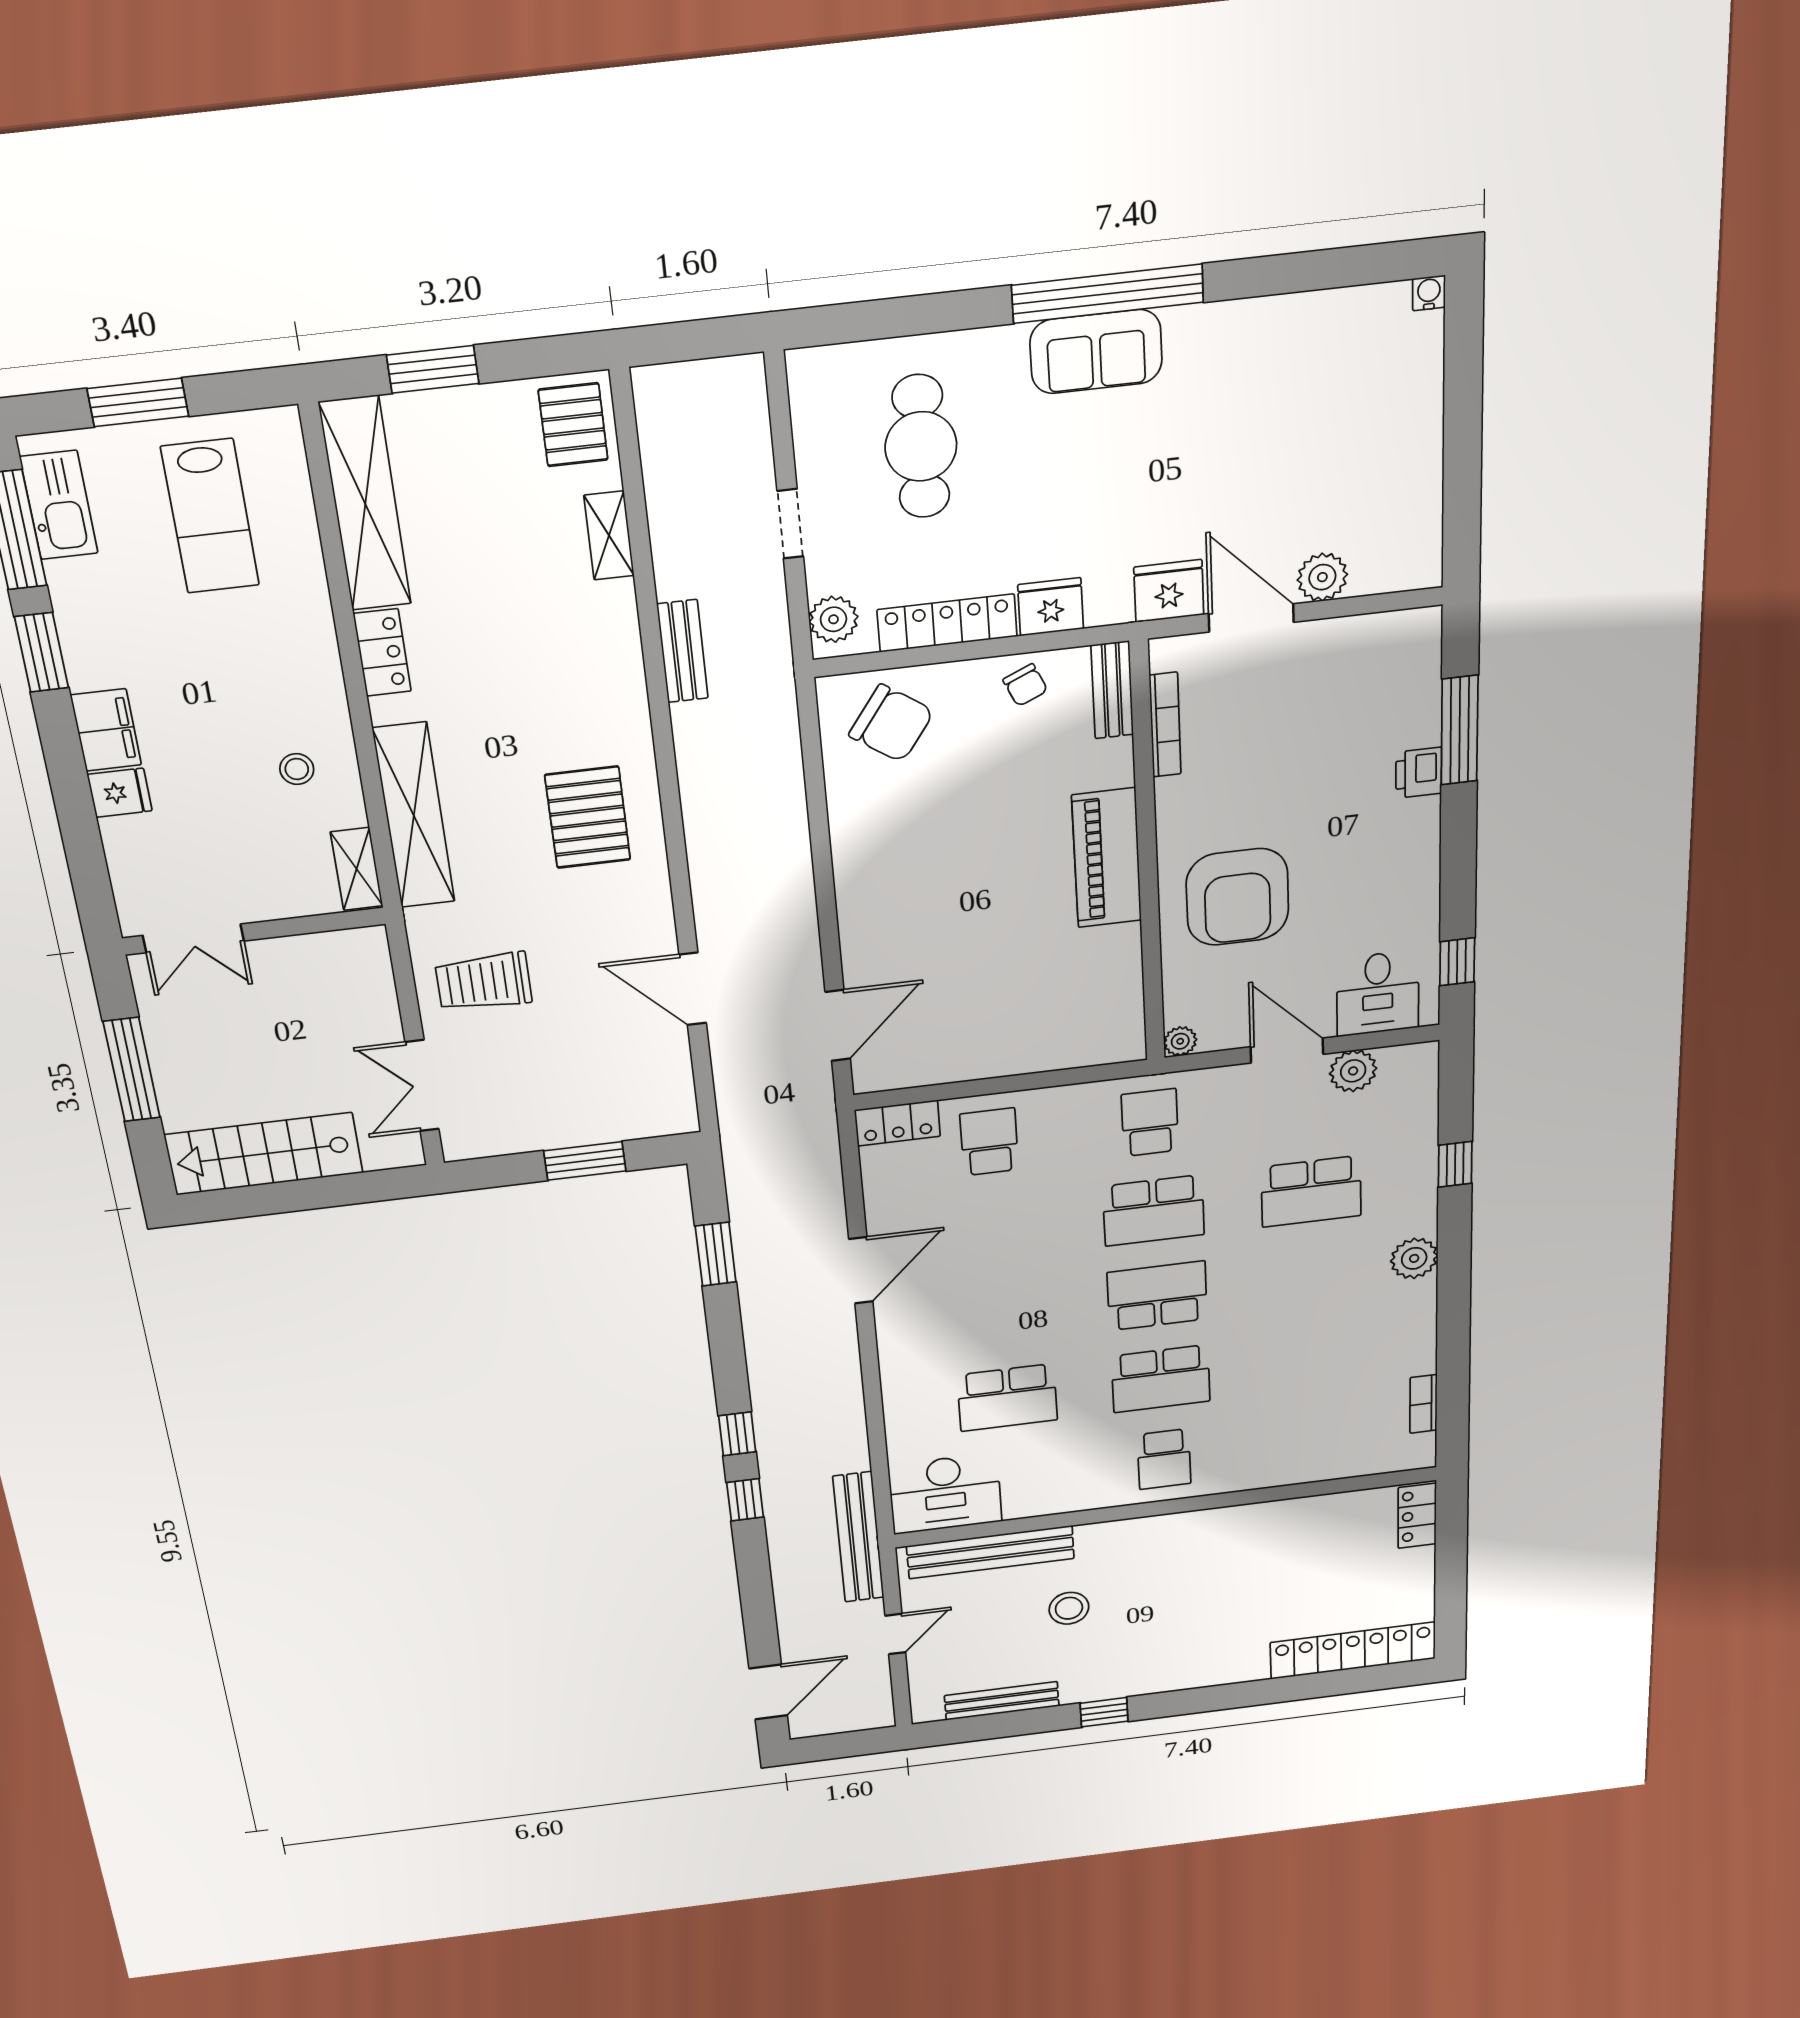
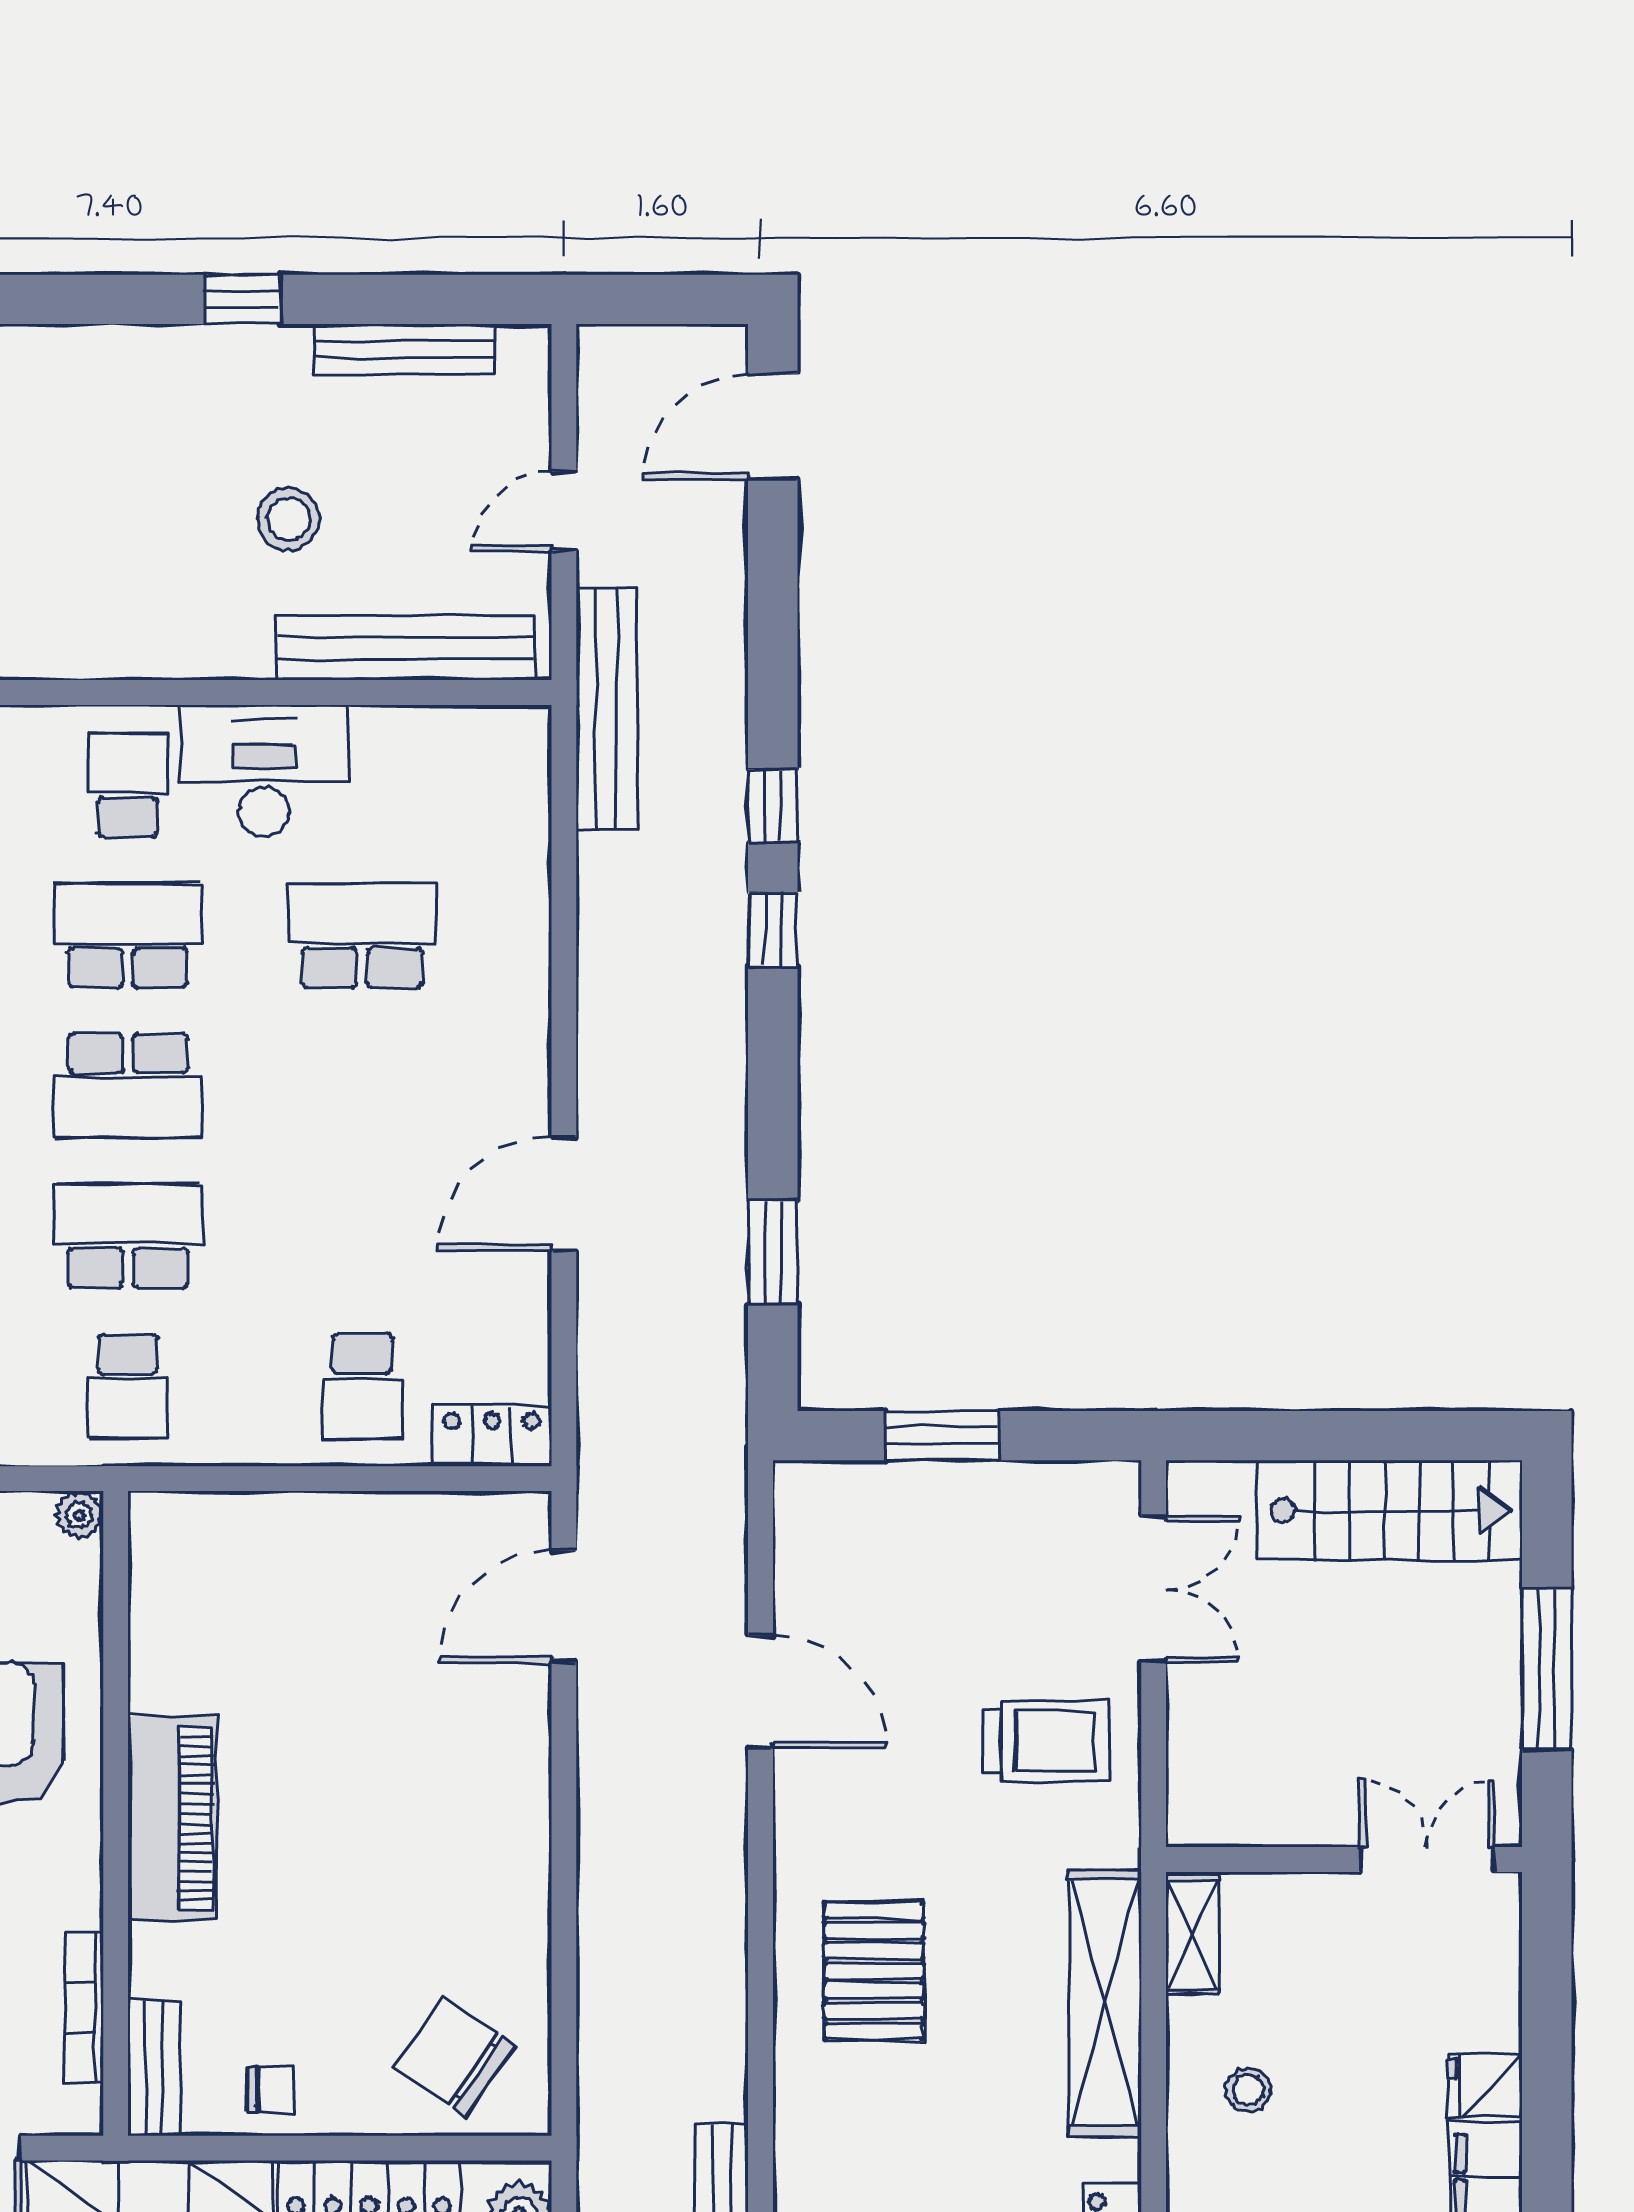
chair: (1025, 685) -> (271, 2089), turned 114
desk: (945, 1494) -> (264, 771), moved

